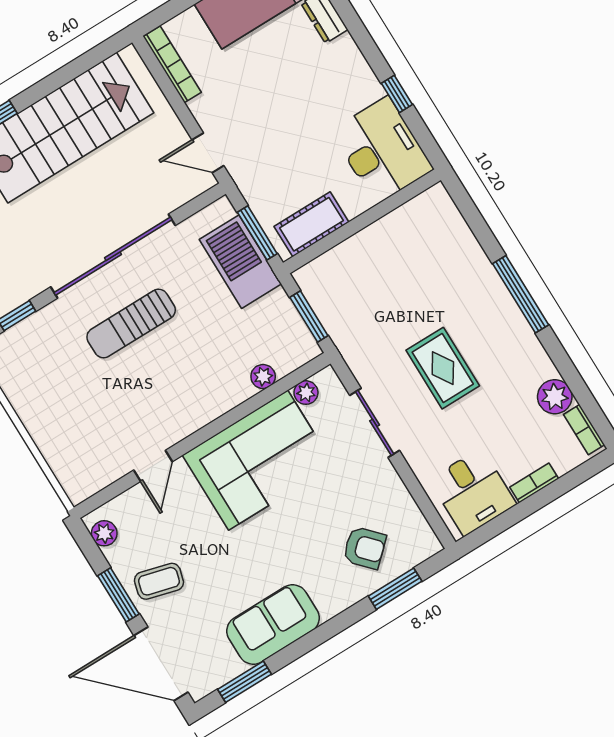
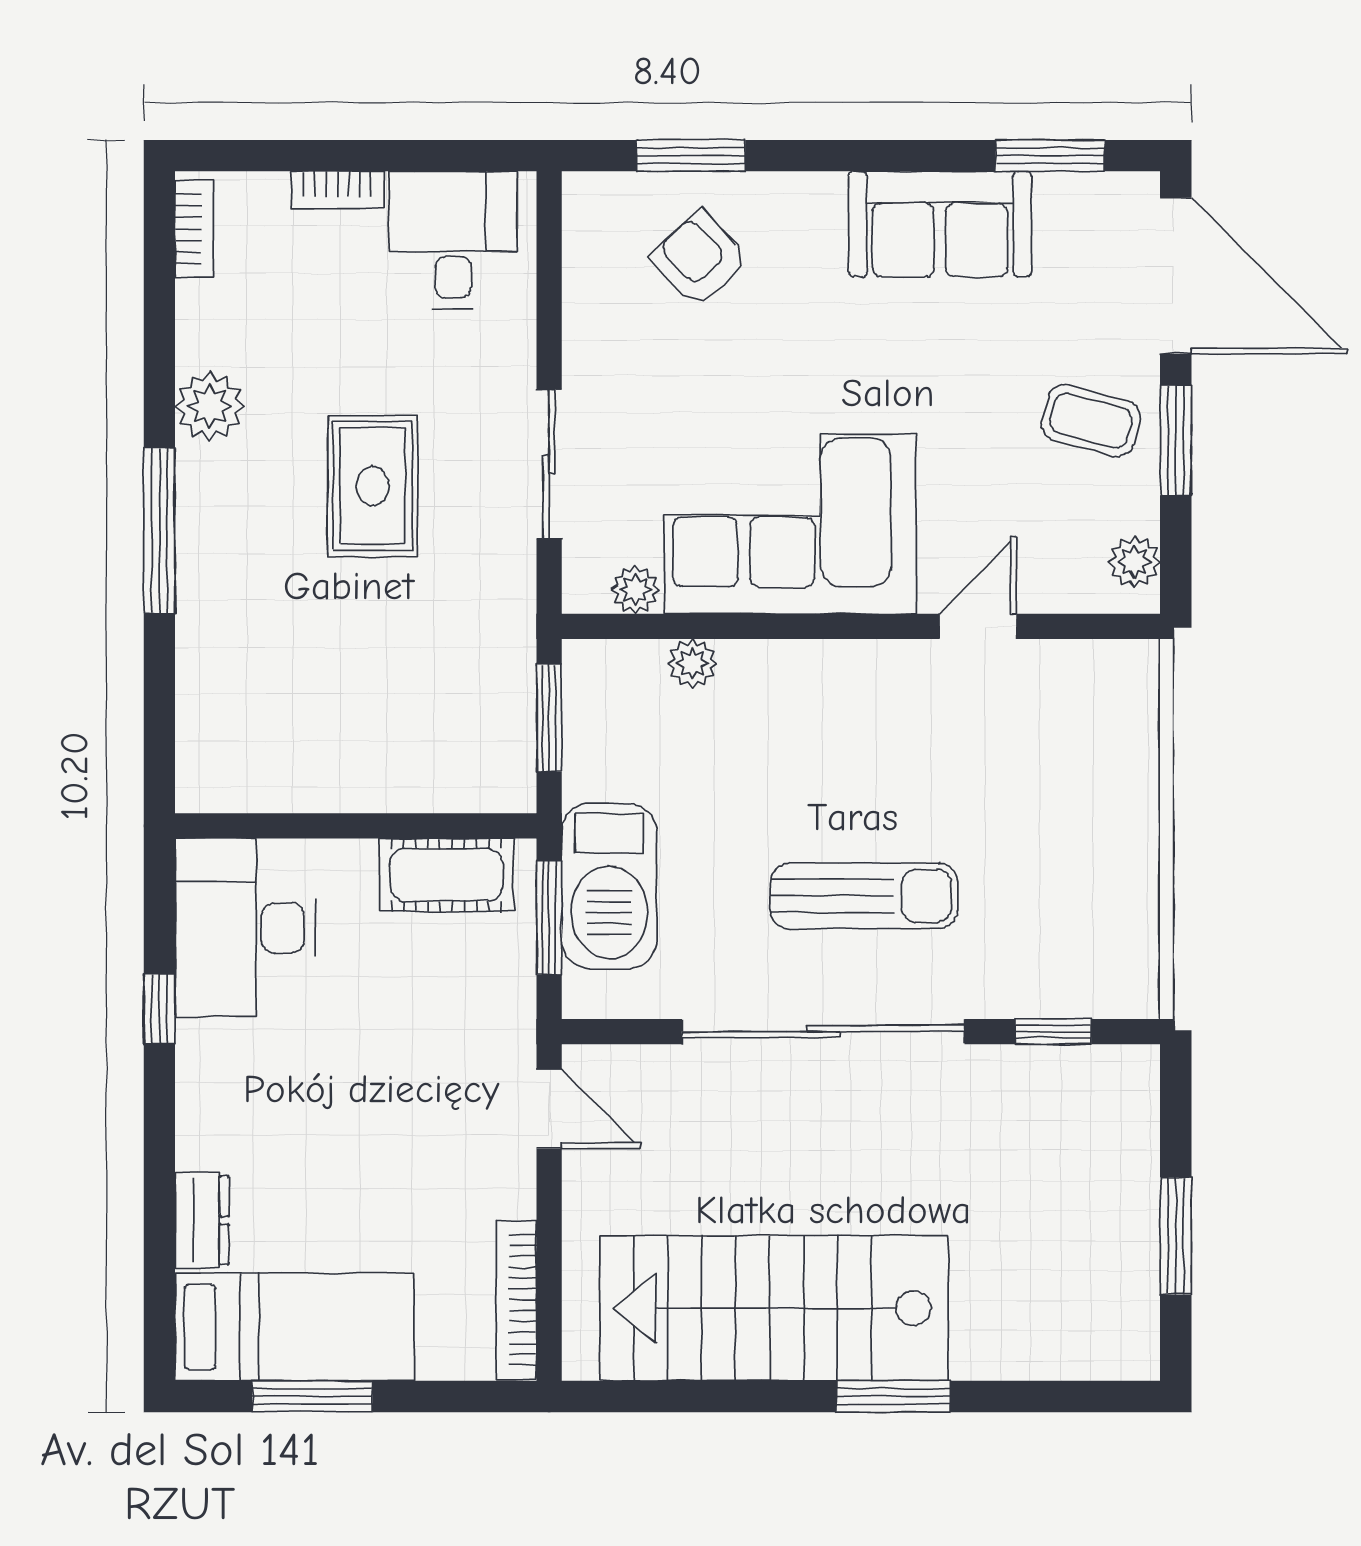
plant: (555, 397) -> (210, 406), moved

